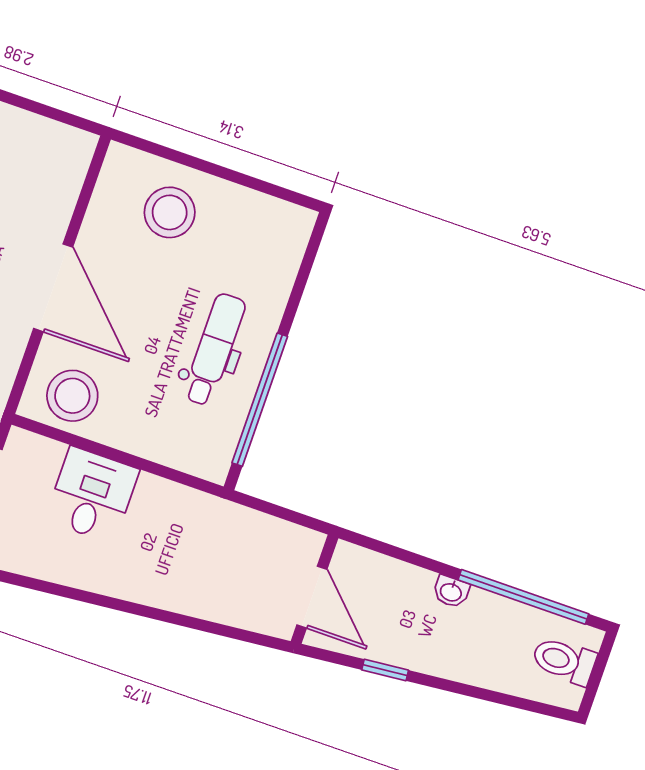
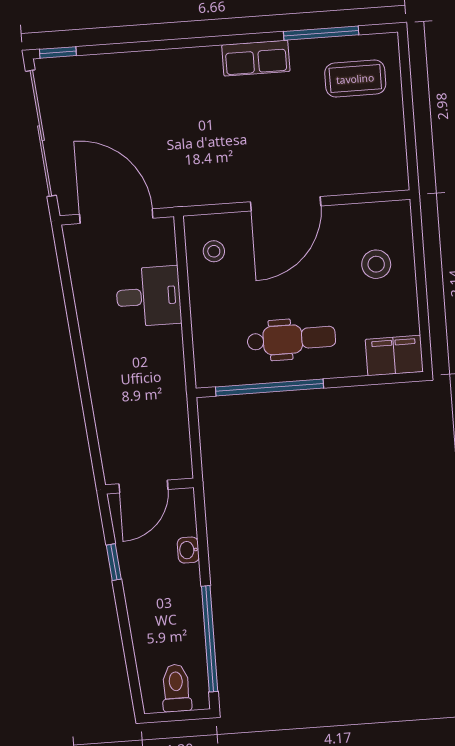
stool: (170, 212) -> (376, 264), width x0.73, depth x0.73
filing cabinet: (286, 238) -> (394, 355), added
stool: (72, 396) -> (214, 251), width x0.53, depth x0.53
washbasin: (451, 592) -> (188, 550), moved

